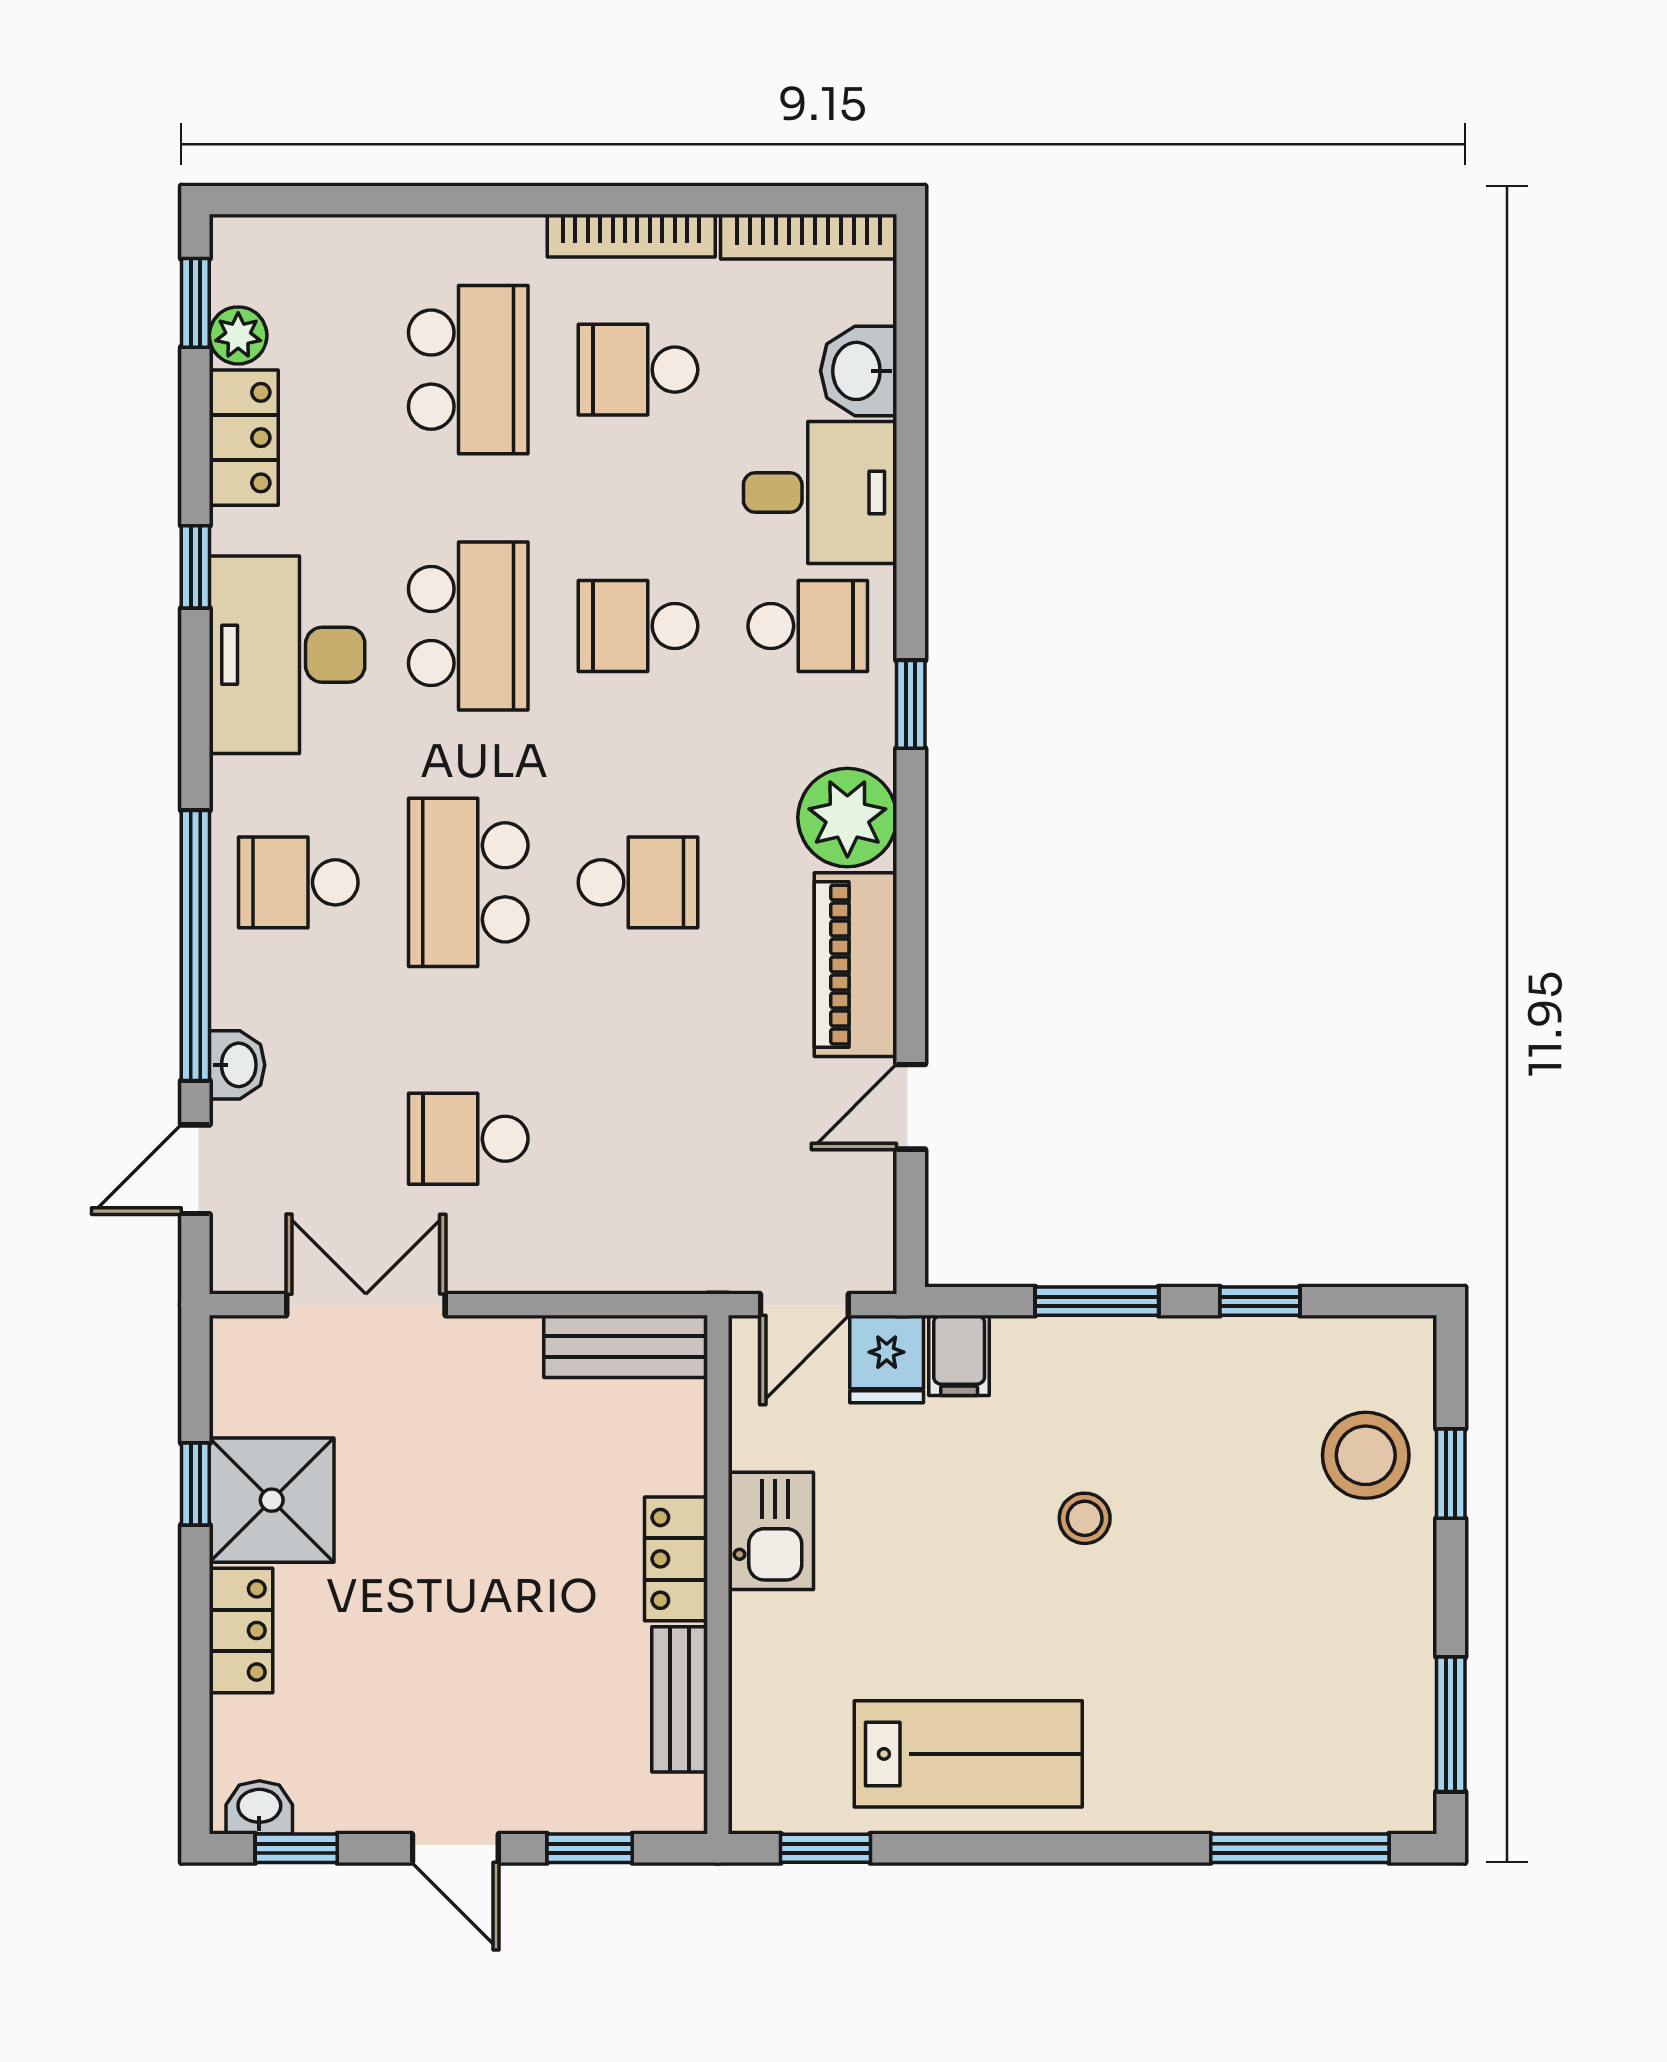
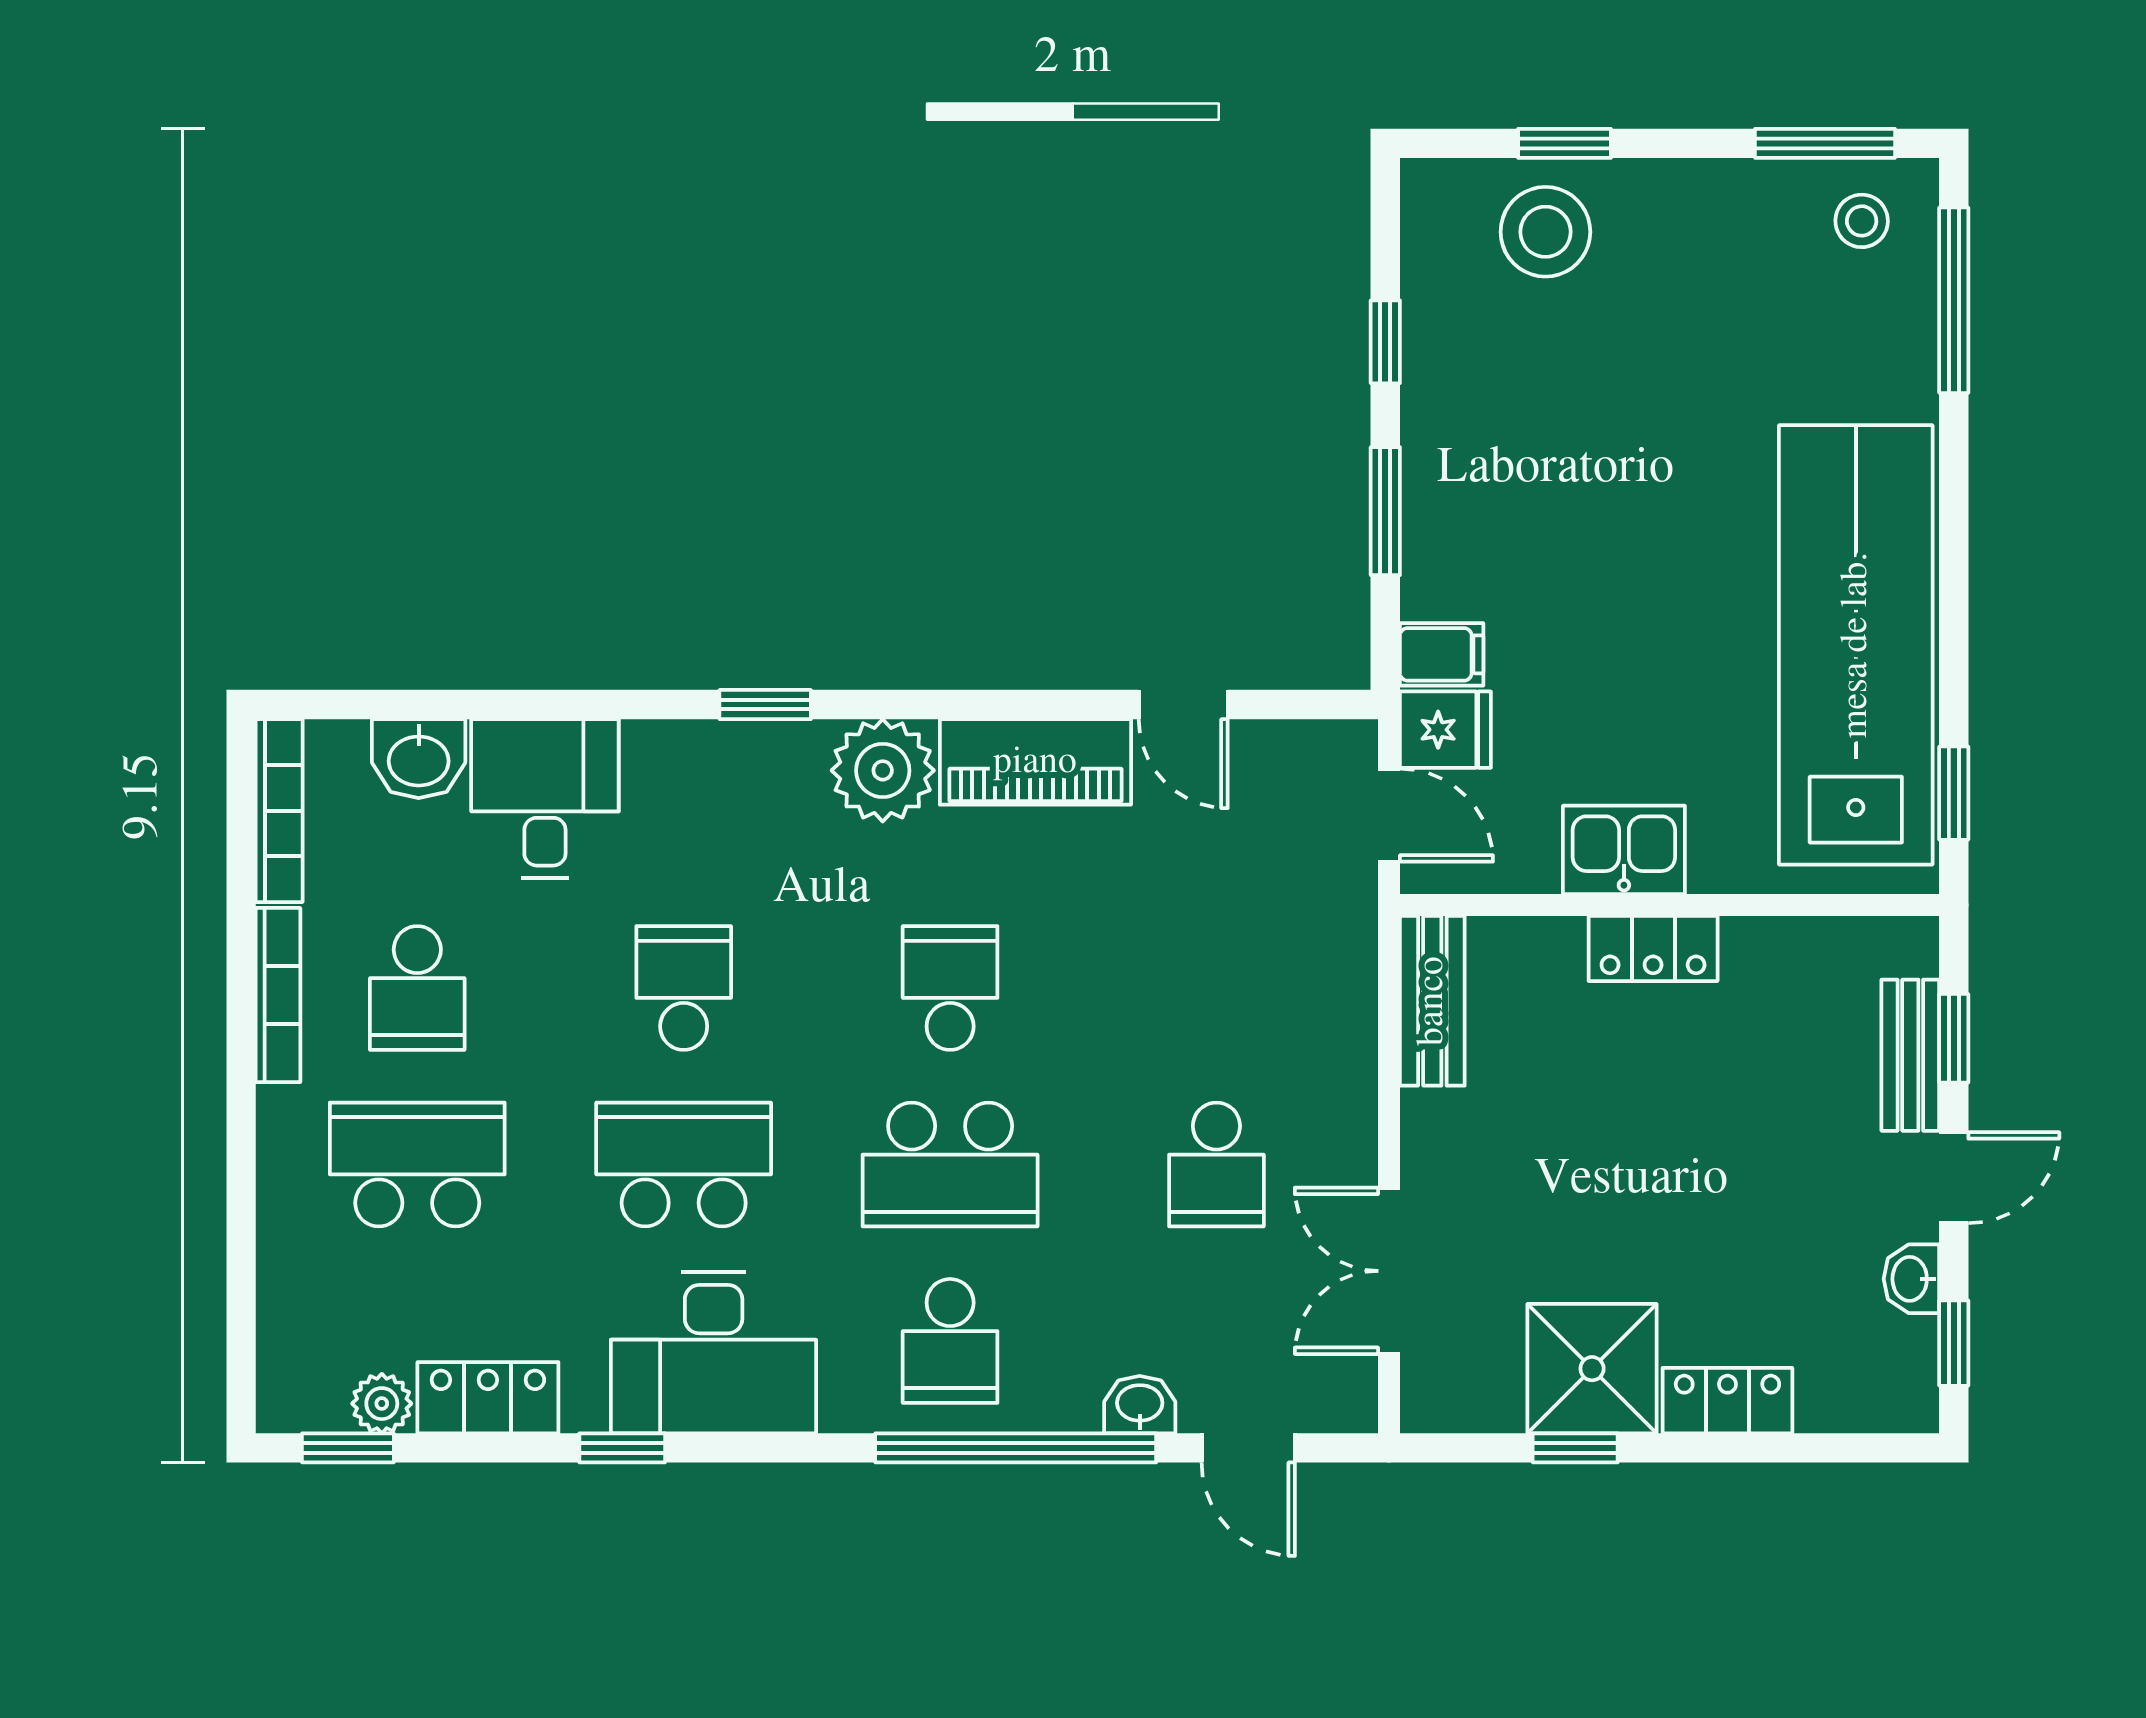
school desk: (638, 626) -> (684, 988), turned 180
school desk: (808, 626) -> (684, 812), removed
stool: (1085, 1518) -> (1862, 221), moved
bench: (680, 1699) -> (1910, 1055), moved, turned 90
lab bench: (968, 1754) -> (1856, 645), width x1.86, depth x1.39
washbasin: (259, 1807) -> (1911, 1279), moved

